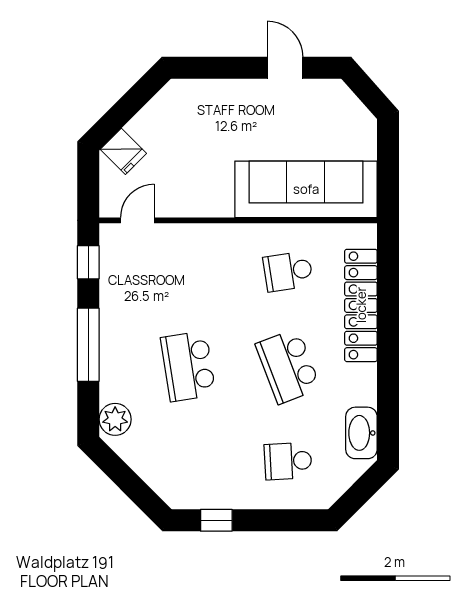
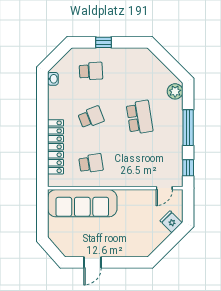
door: (285, 68) -> (92, 262), hinge flipped
school desk: (288, 366) -> (91, 117), width x0.54
washbasin: (361, 433) -> (53, 79), width x0.52, depth x0.69
window: (216, 520) -> (103, 42), moved

